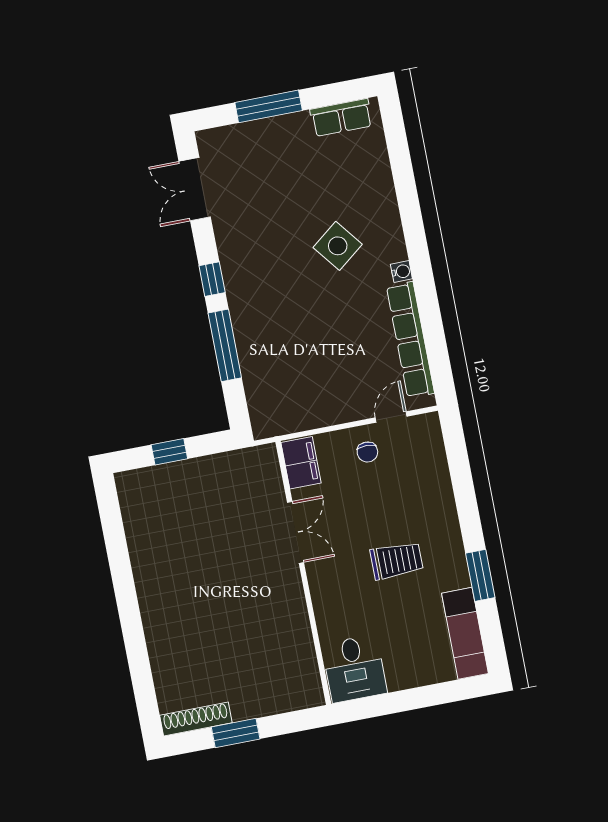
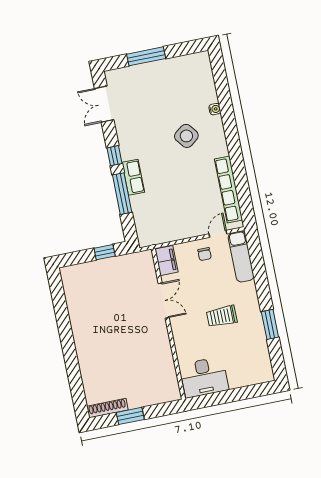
row of seats: (341, 118) -> (133, 177), moved, turned -90
water cooler: (401, 272) -> (215, 109), moved
window: (169, 452) -> (105, 252), moved
trolley: (397, 561) -> (222, 316), turned 180
exam couch: (465, 633) -> (241, 257), moved
desk: (354, 669) -> (204, 377), width x1.37

